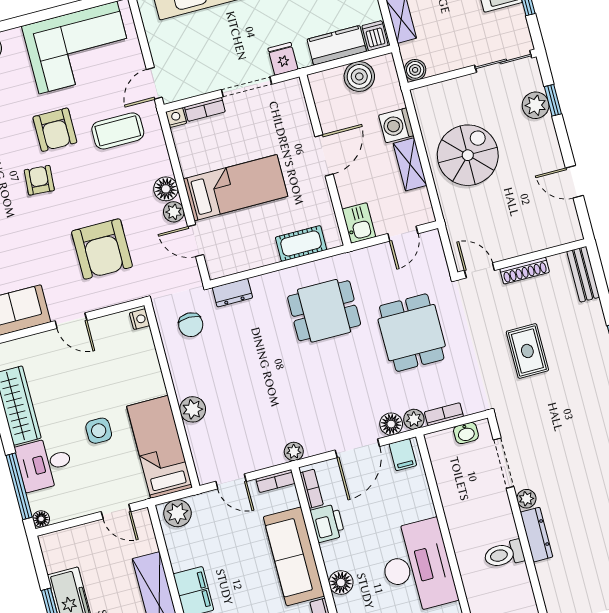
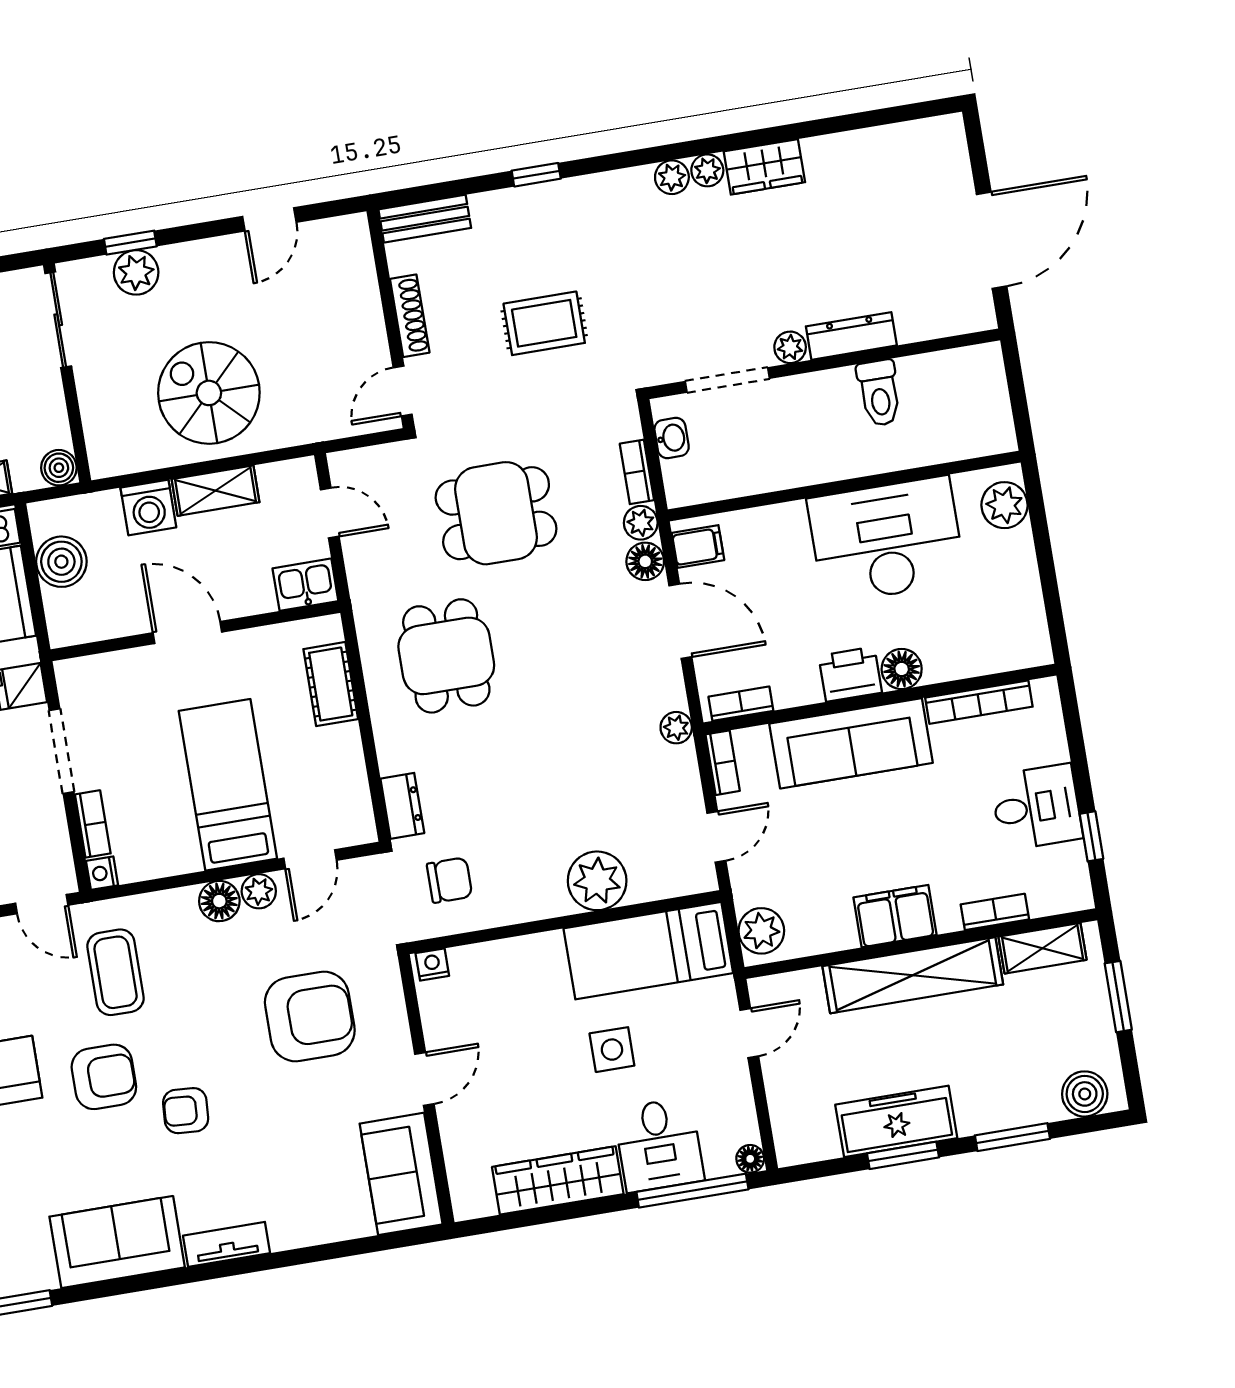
plant: (193, 409) -> (597, 881), width x1.36, depth x1.36
printer: (327, 523) -> (850, 674), moved

